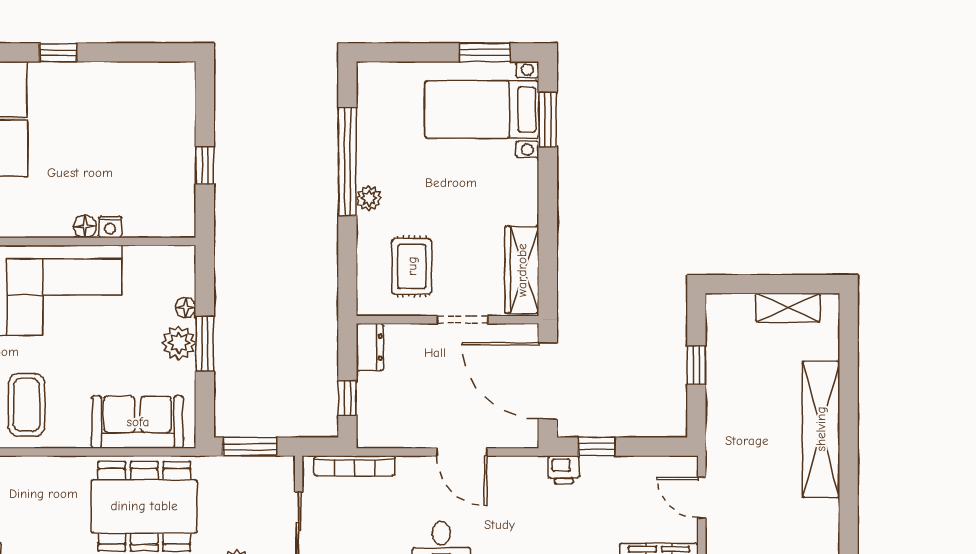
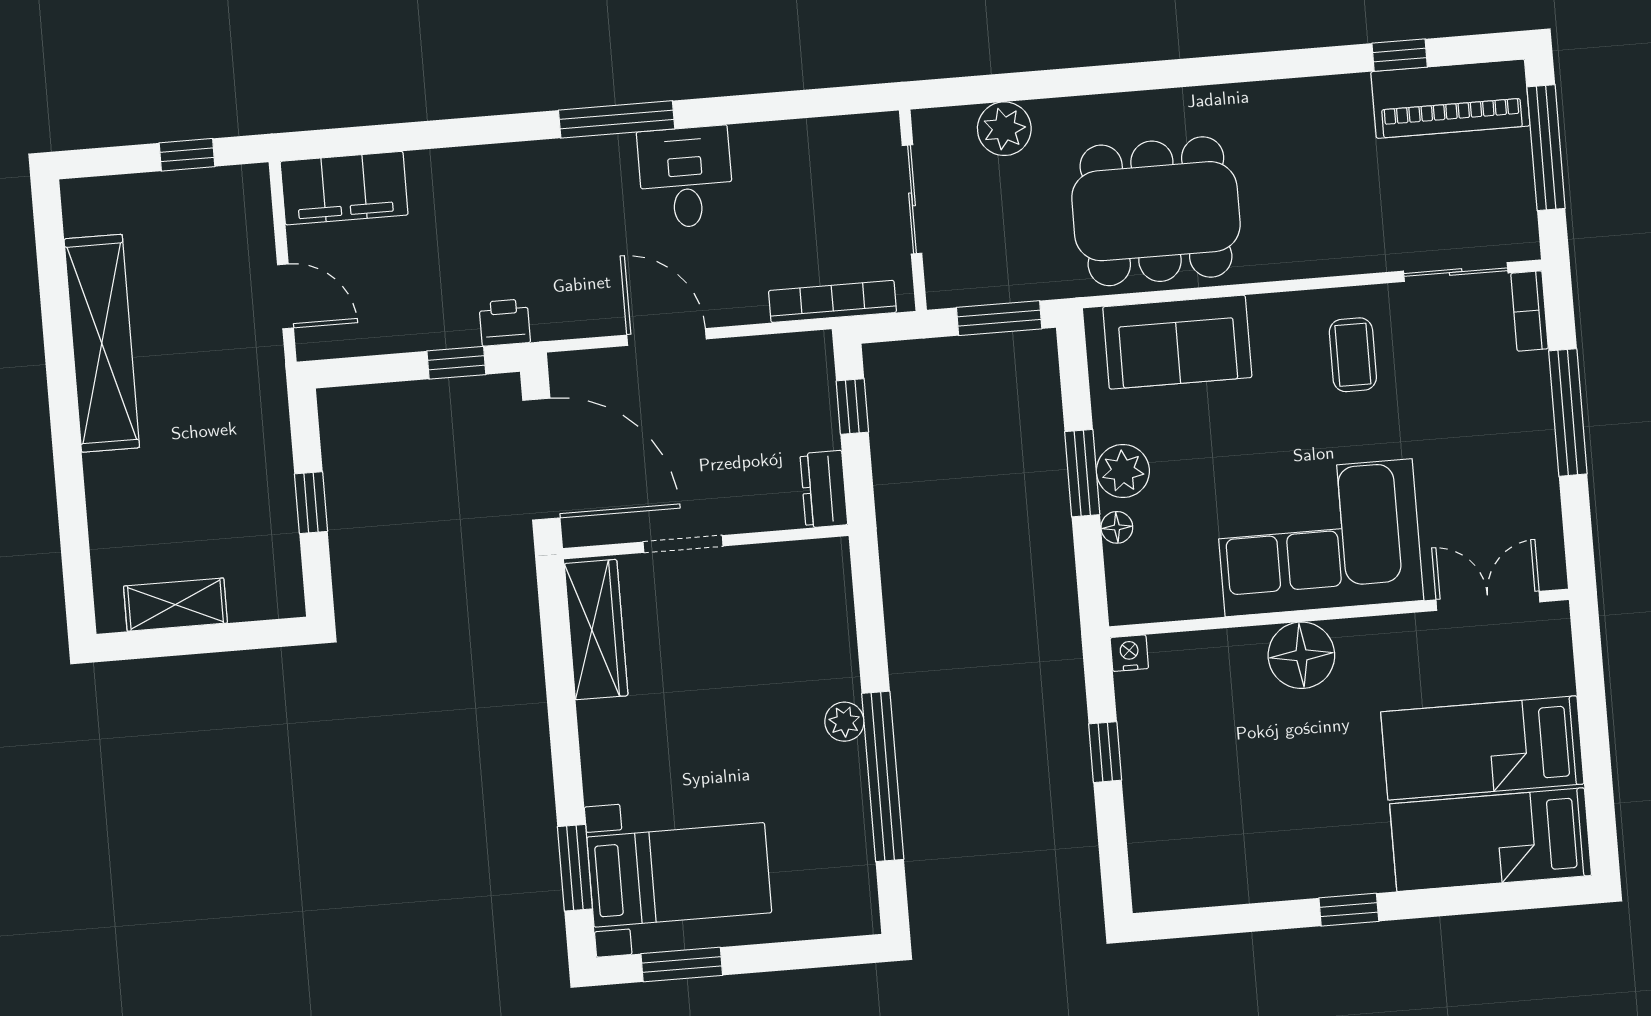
floor lamp: (85, 227) -> (1301, 655), width x1.89, depth x1.89
nightstand: (110, 227) -> (1129, 653), moved
rug: (412, 266) -> (769, 621), removed
coffee table: (27, 405) -> (1353, 355), width x0.73, depth x0.77
shelving: (821, 429) -> (102, 343), moved

